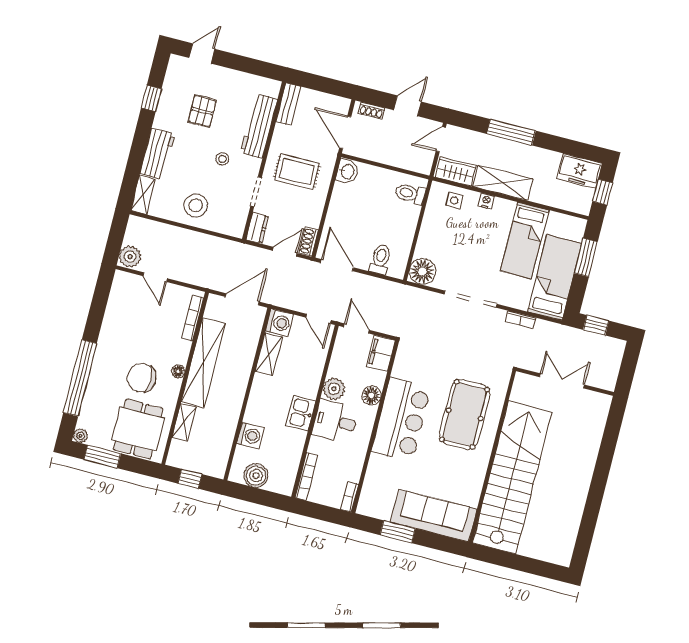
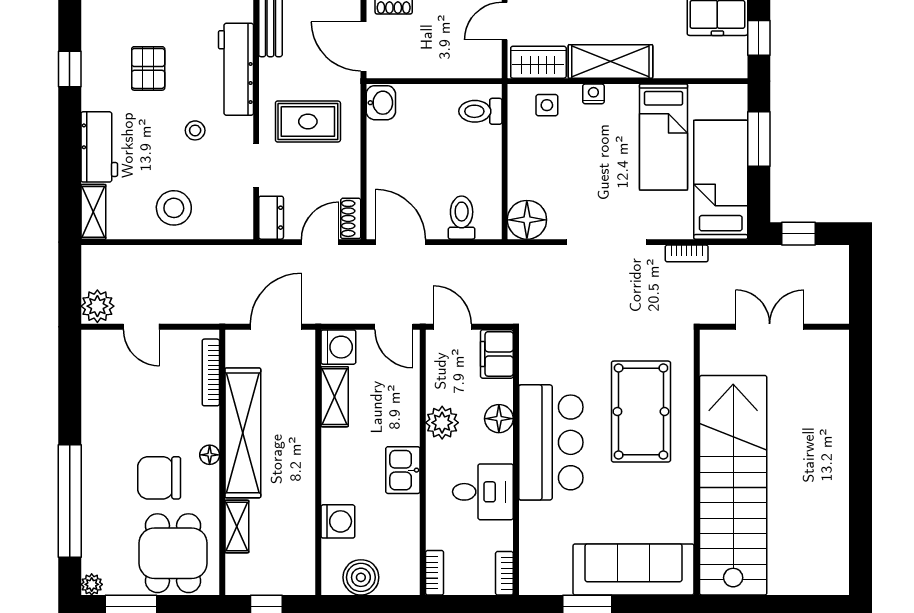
desk: (335, 421) -> (483, 492), moved, turned 180
bookcase: (306, 477) -> (435, 573), width x0.64

